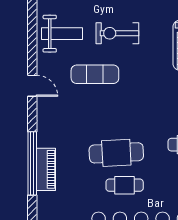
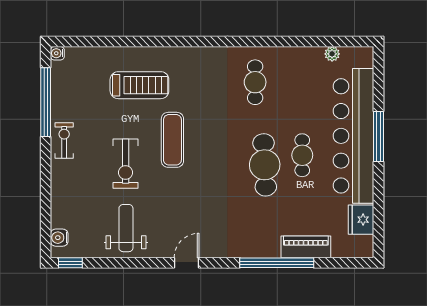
exercise mat: (95, 74) -> (172, 140), moved
piano: (46, 169) -> (306, 247), moved

